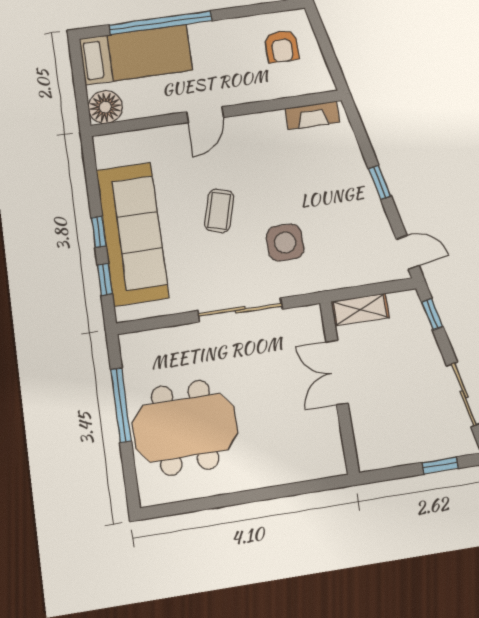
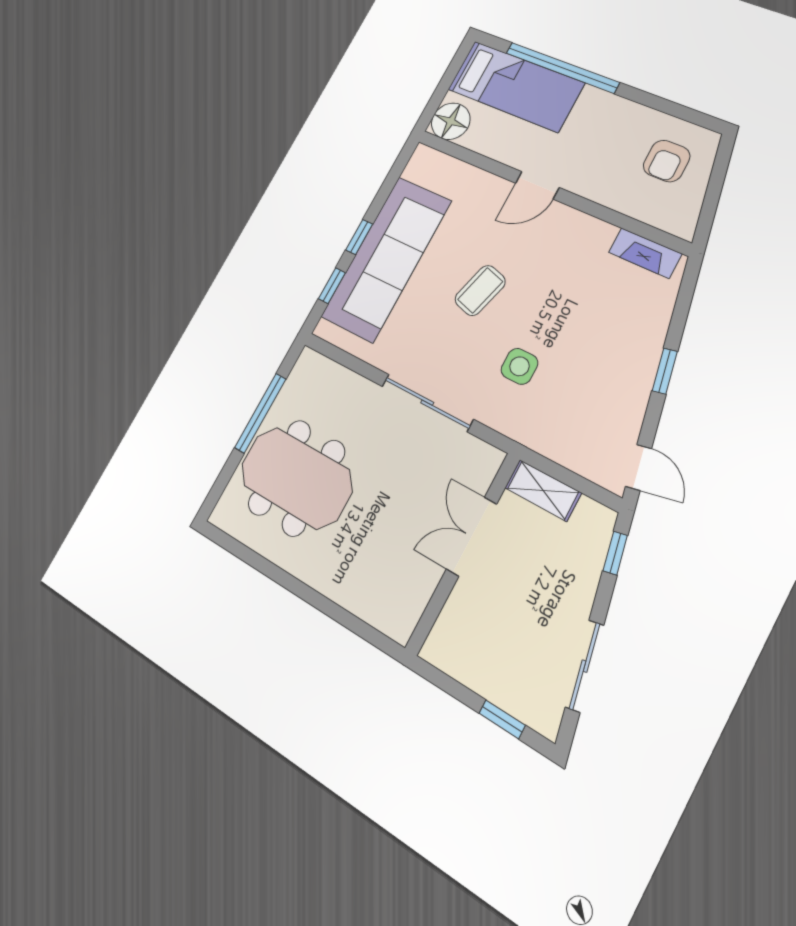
side table: (285, 242) -> (519, 366), width x0.73, depth x0.73

